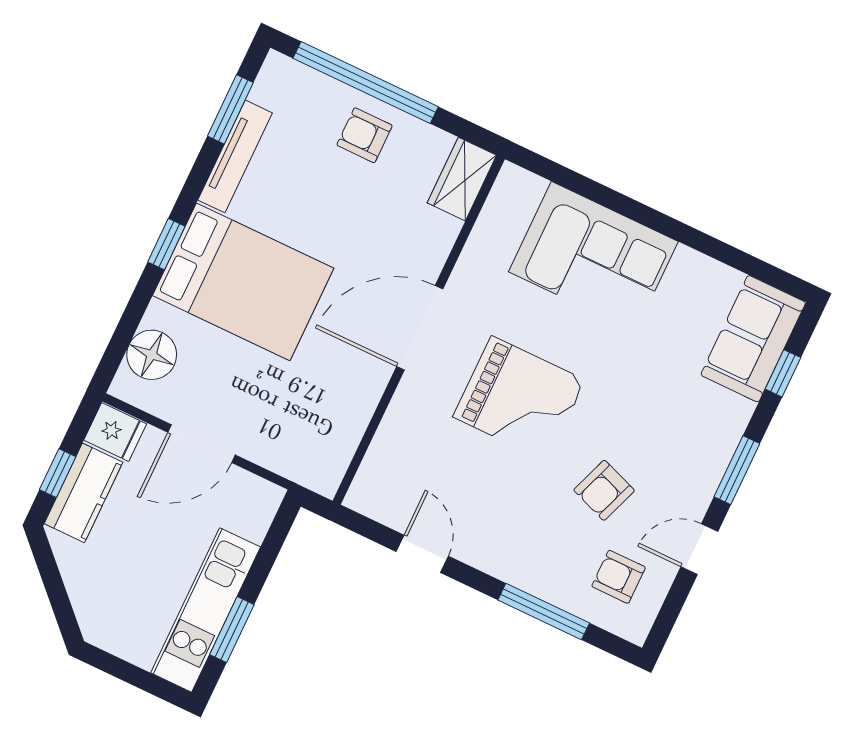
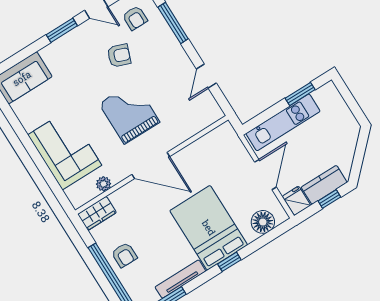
plant: (484, 240) -> (104, 184), added
window: (783, 373) -> (19, 57), removed
door: (202, 444) -> (265, 175), hinge flipped
kitchen unit: (206, 610) -> (283, 122), moved

